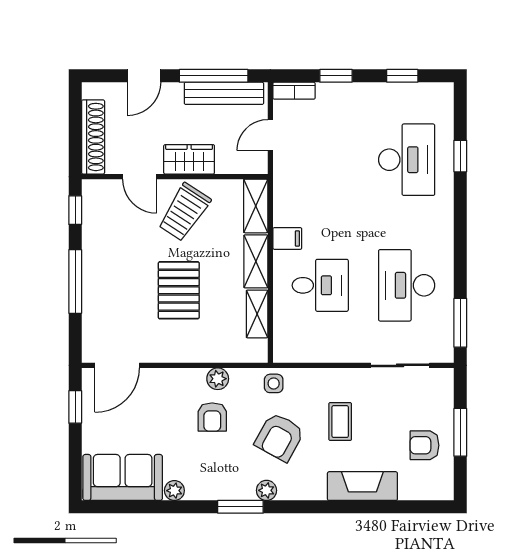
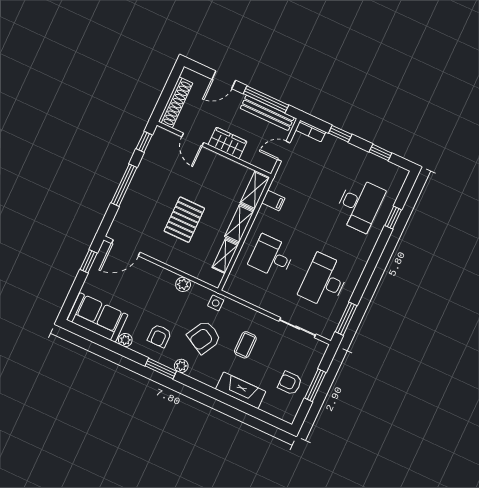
trolley: (184, 212) -> (210, 174), removed
filing cabinet: (287, 238) -> (273, 201), moved
desk: (320, 285) -> (272, 257), turned 180
armchair: (212, 417) -> (159, 336), moved

